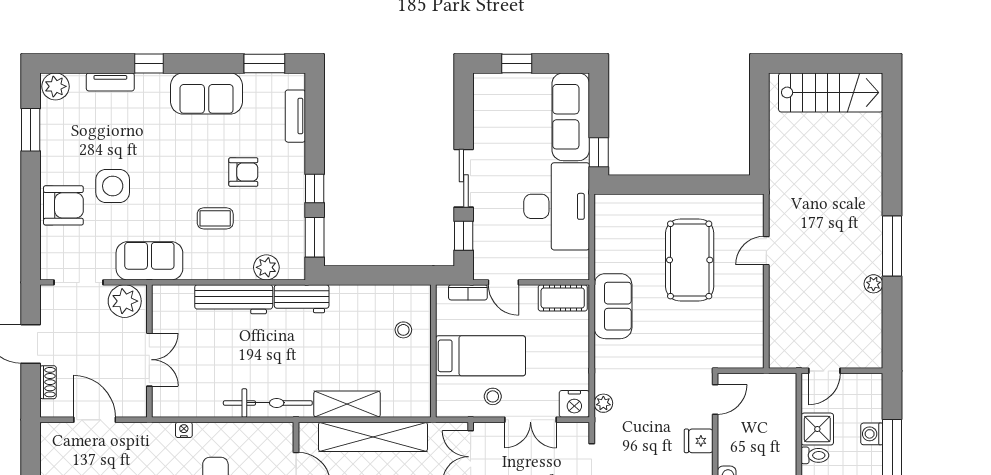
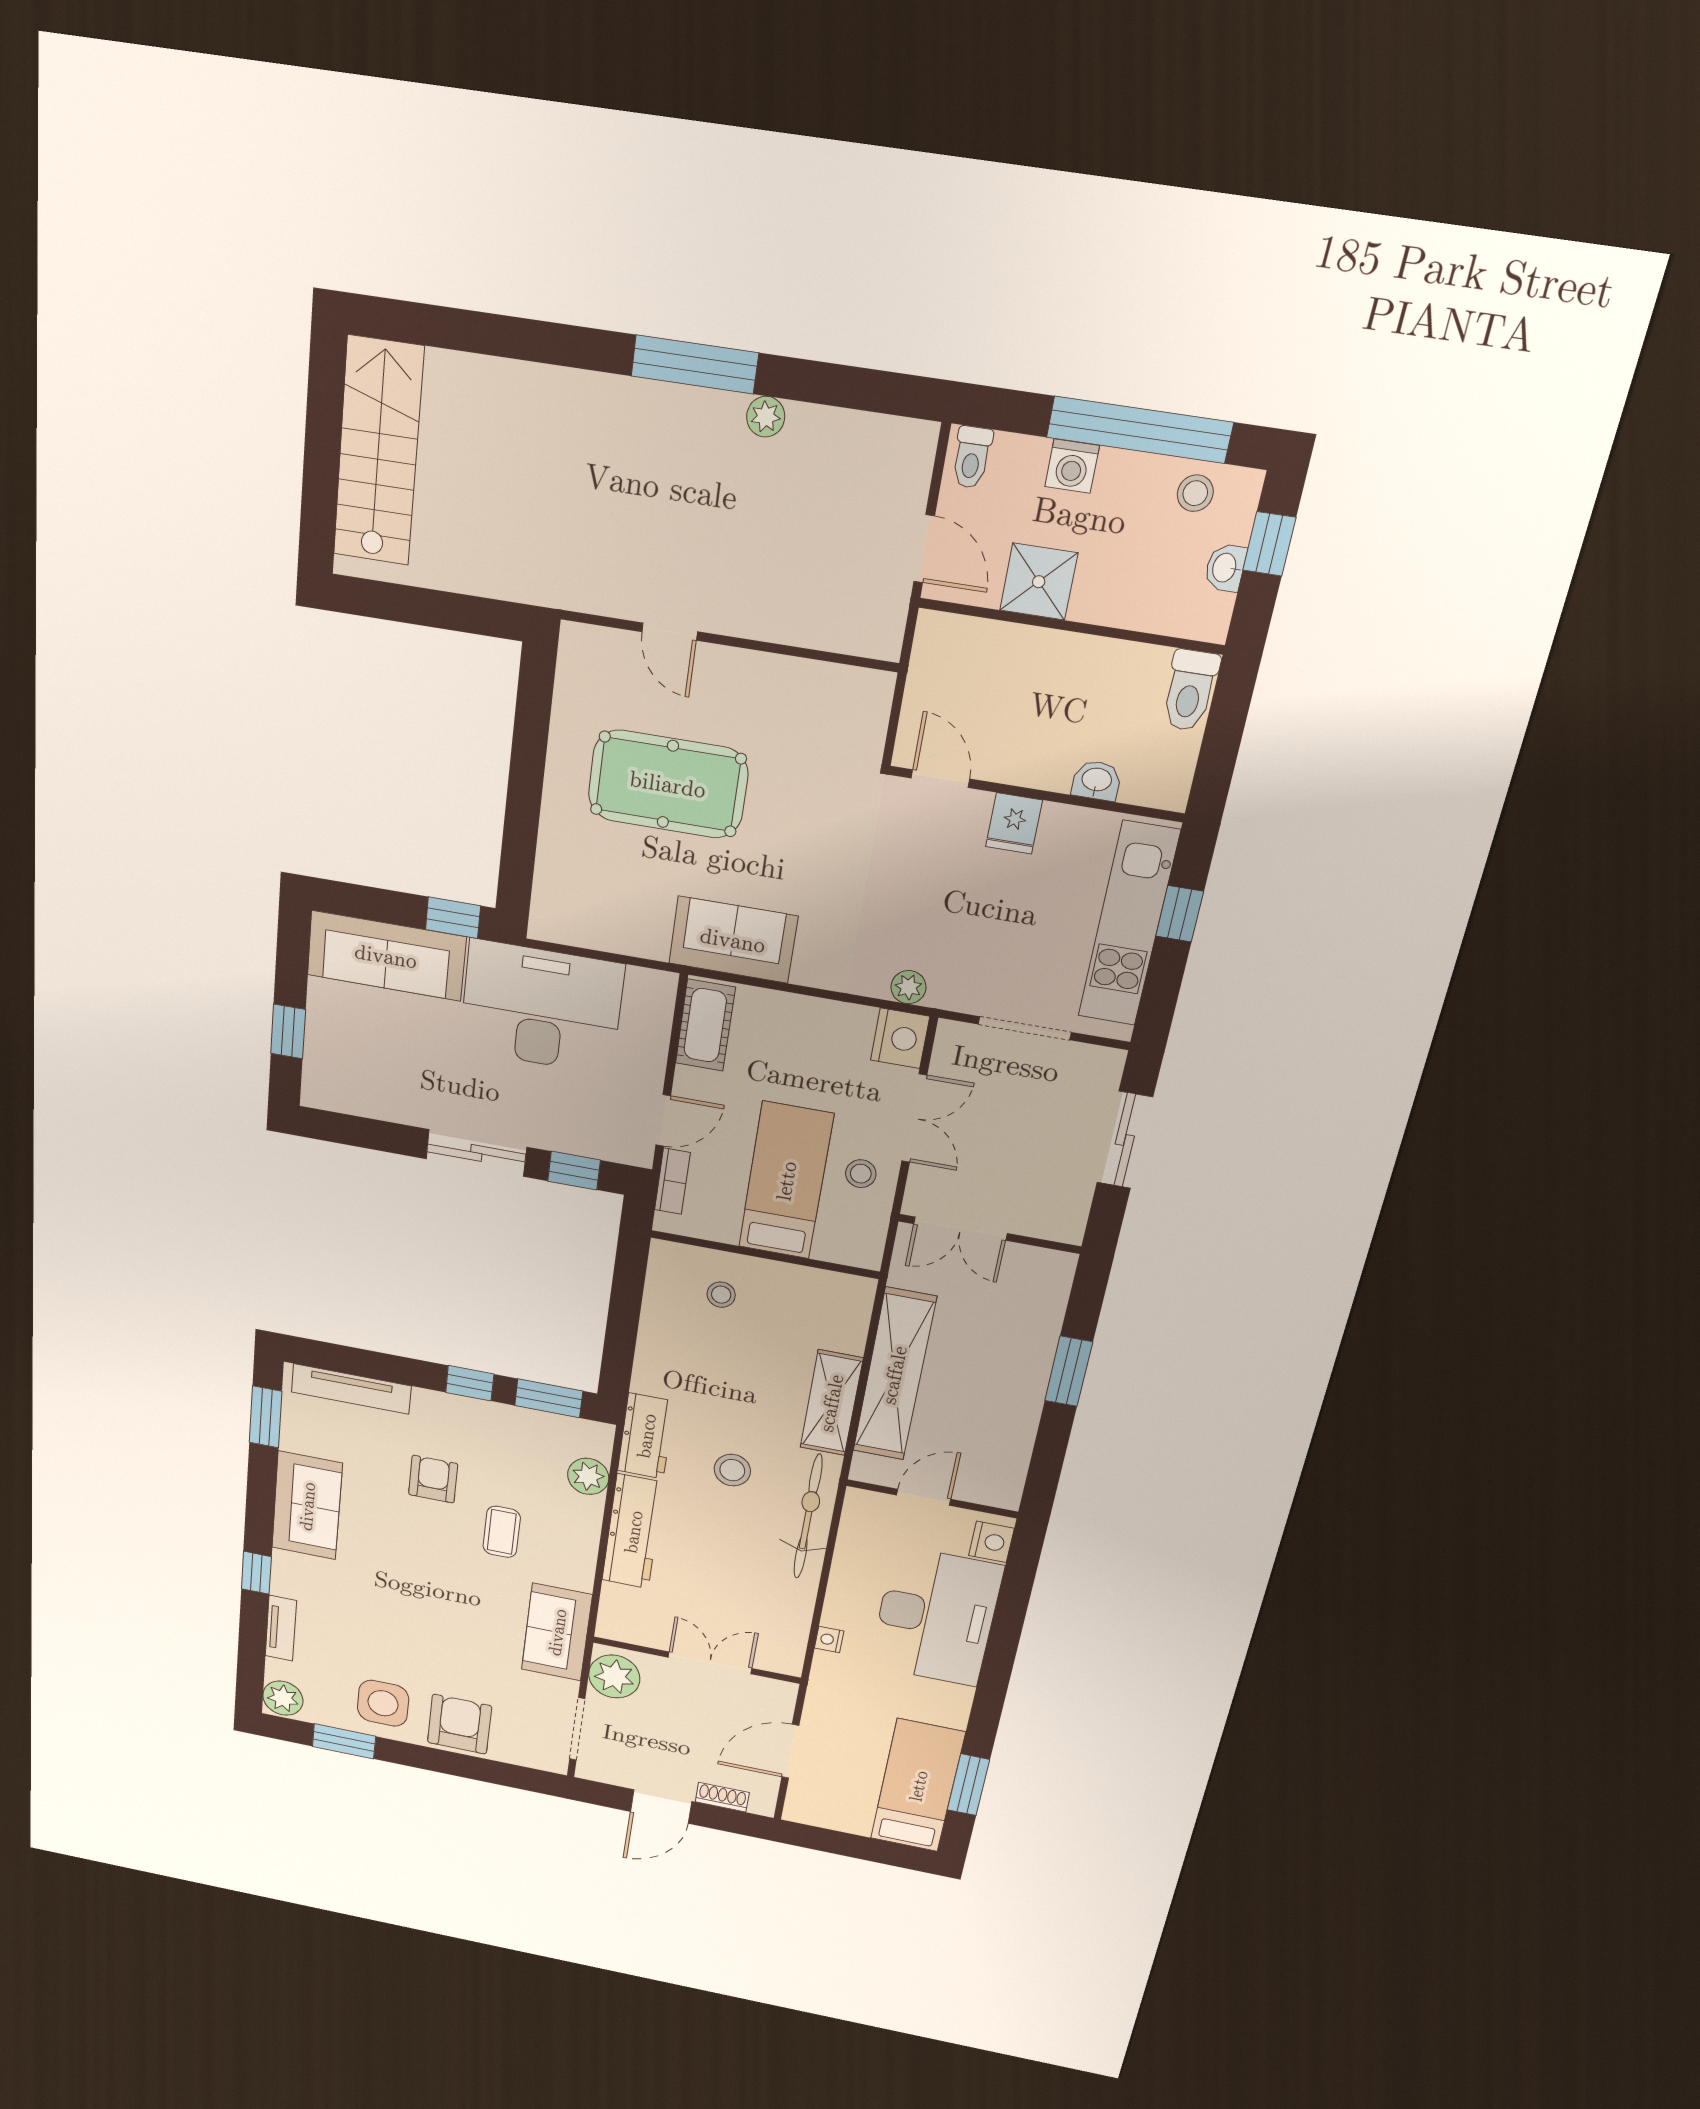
tv unit: (295, 116) -> (351, 1389), width x1.41
side table: (113, 186) -> (383, 1703), moved
stool: (290, 353) -> (732, 1470), added
toilet: (815, 455) -> (972, 457), moved, turned 180

